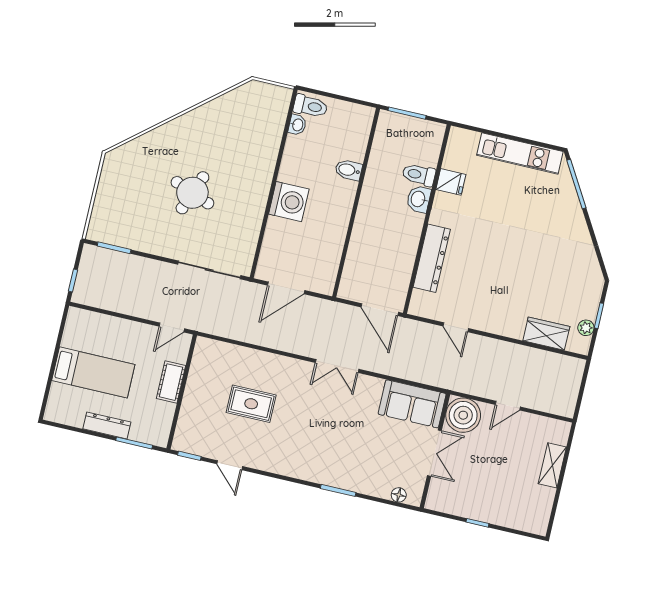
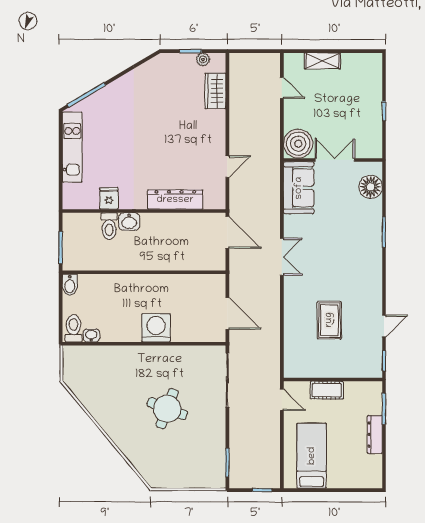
bidet: (349, 170) -> (70, 285), moved
door: (380, 310) -> (227, 232), hinge flipped
bed: (93, 372) -> (312, 456), moved
door: (508, 406) -> (282, 88), moved
floor lamp: (399, 495) -> (371, 187), width x1.89, depth x1.89

